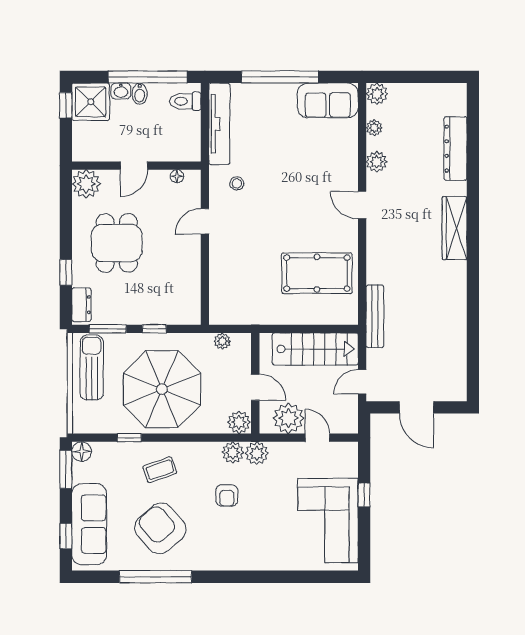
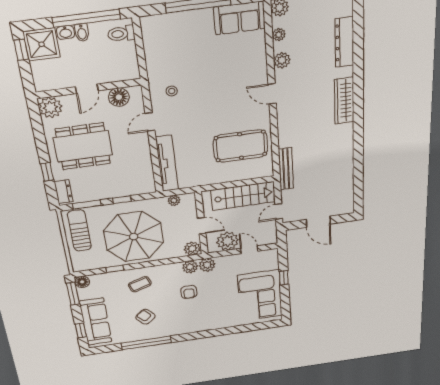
tv unit: (219, 124) -> (167, 163), moved
floor lamp: (177, 176) -> (119, 97), width x1.89, depth x1.89
dining table: (117, 243) -> (83, 146), width x1.38
armchair: (160, 528) -> (145, 317), width x0.53, depth x0.53

